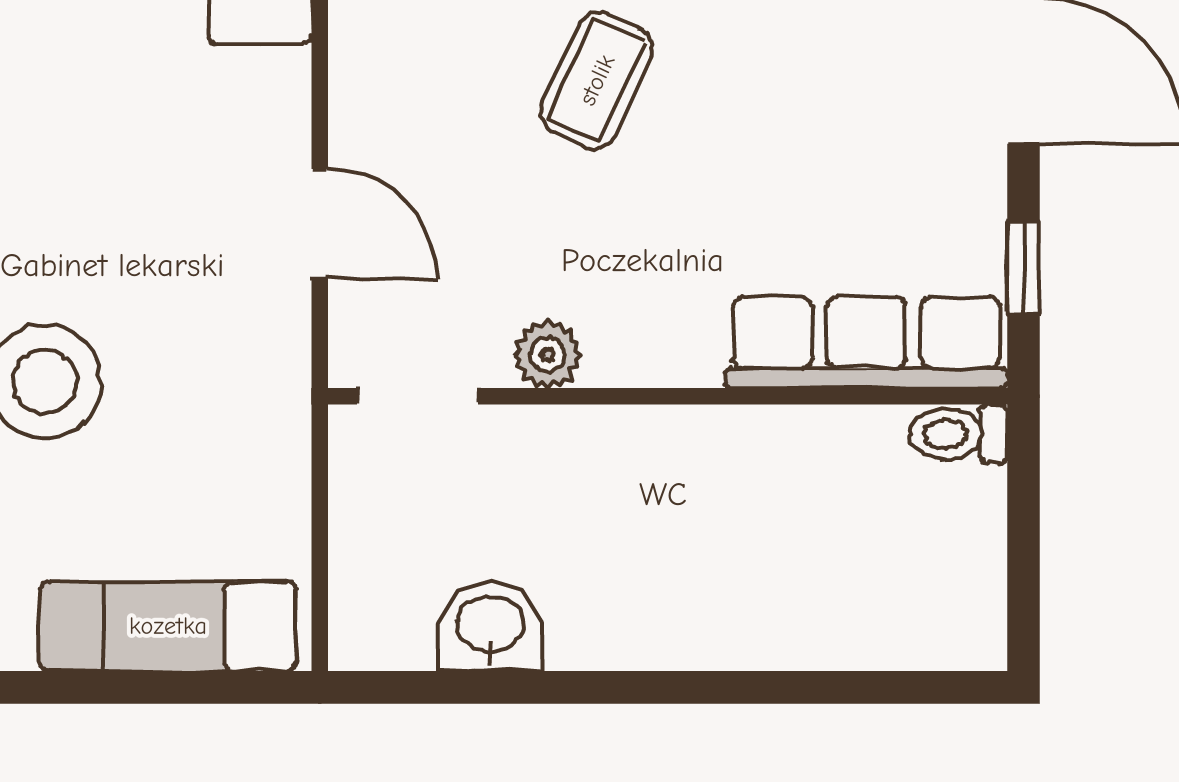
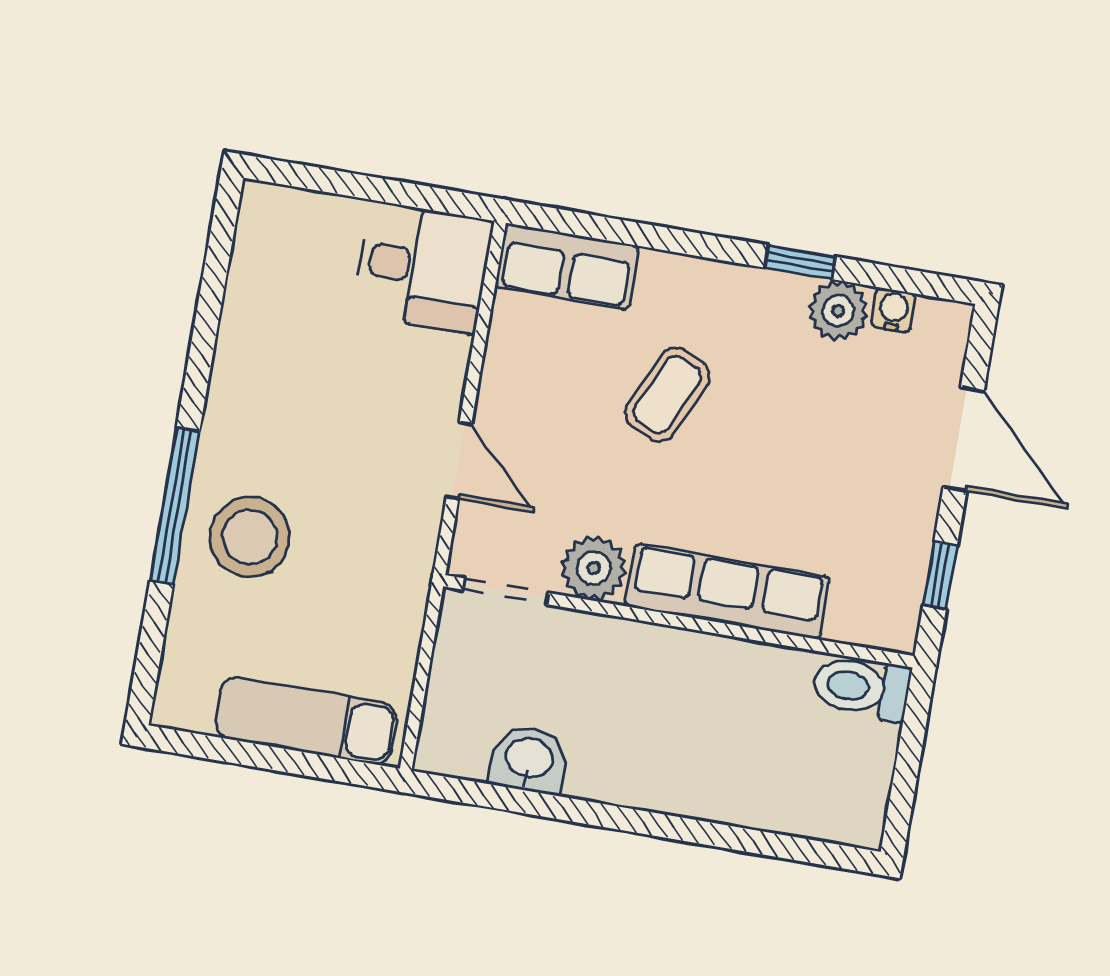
row of seats: (866, 342) -> (727, 591), moved
plant: (548, 355) -> (594, 568), width x1.38, depth x1.38
toilet: (959, 434) -> (861, 688), width x1.37, depth x1.39

